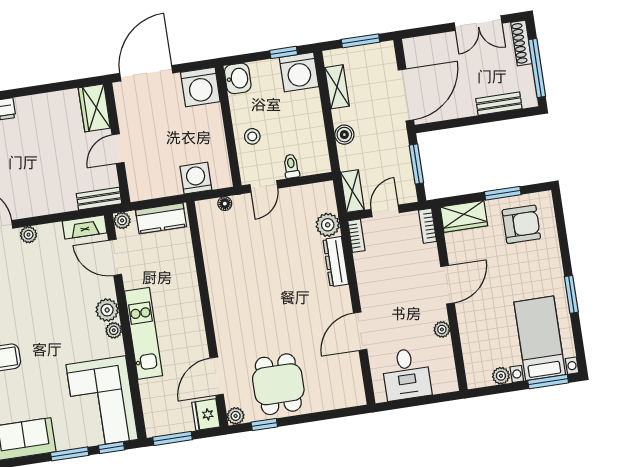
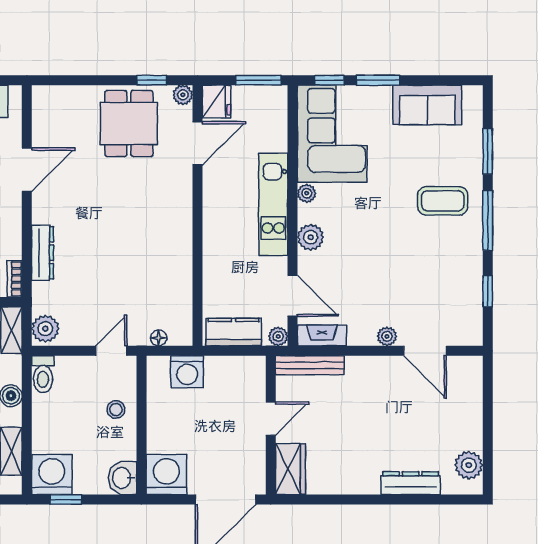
toilet: (291, 166) -> (43, 374), moved, width x1.37, depth x1.39
bench: (99, 199) -> (310, 365), width x1.36
plant: (328, 225) -> (45, 329), moved
plant: (114, 330) -> (307, 193), moved

